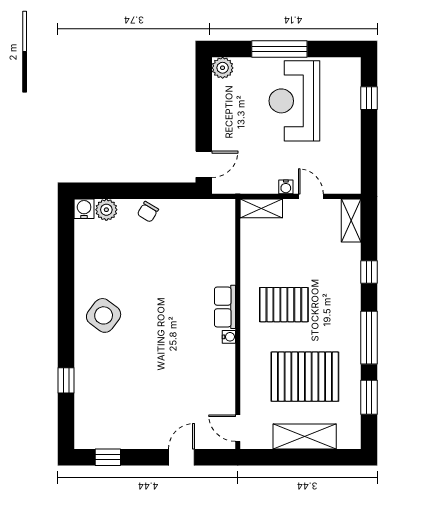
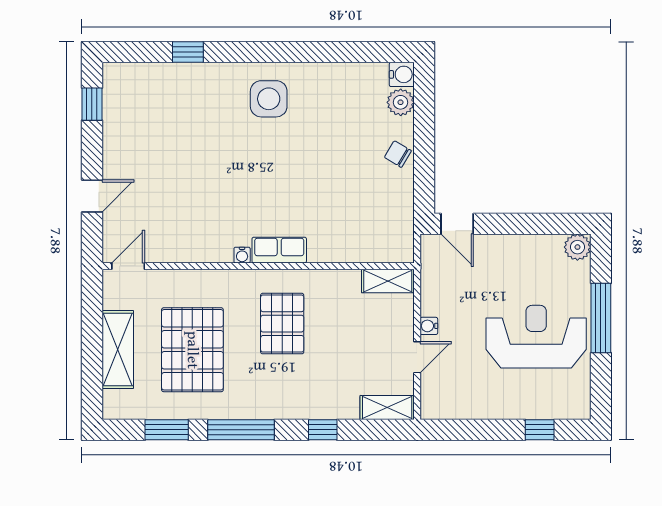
shelving: (261, 208) -> (388, 281), moved, turned 90
side table: (104, 315) -> (269, 99), turned -37
door: (181, 457) -> (92, 196), hinge flipped

